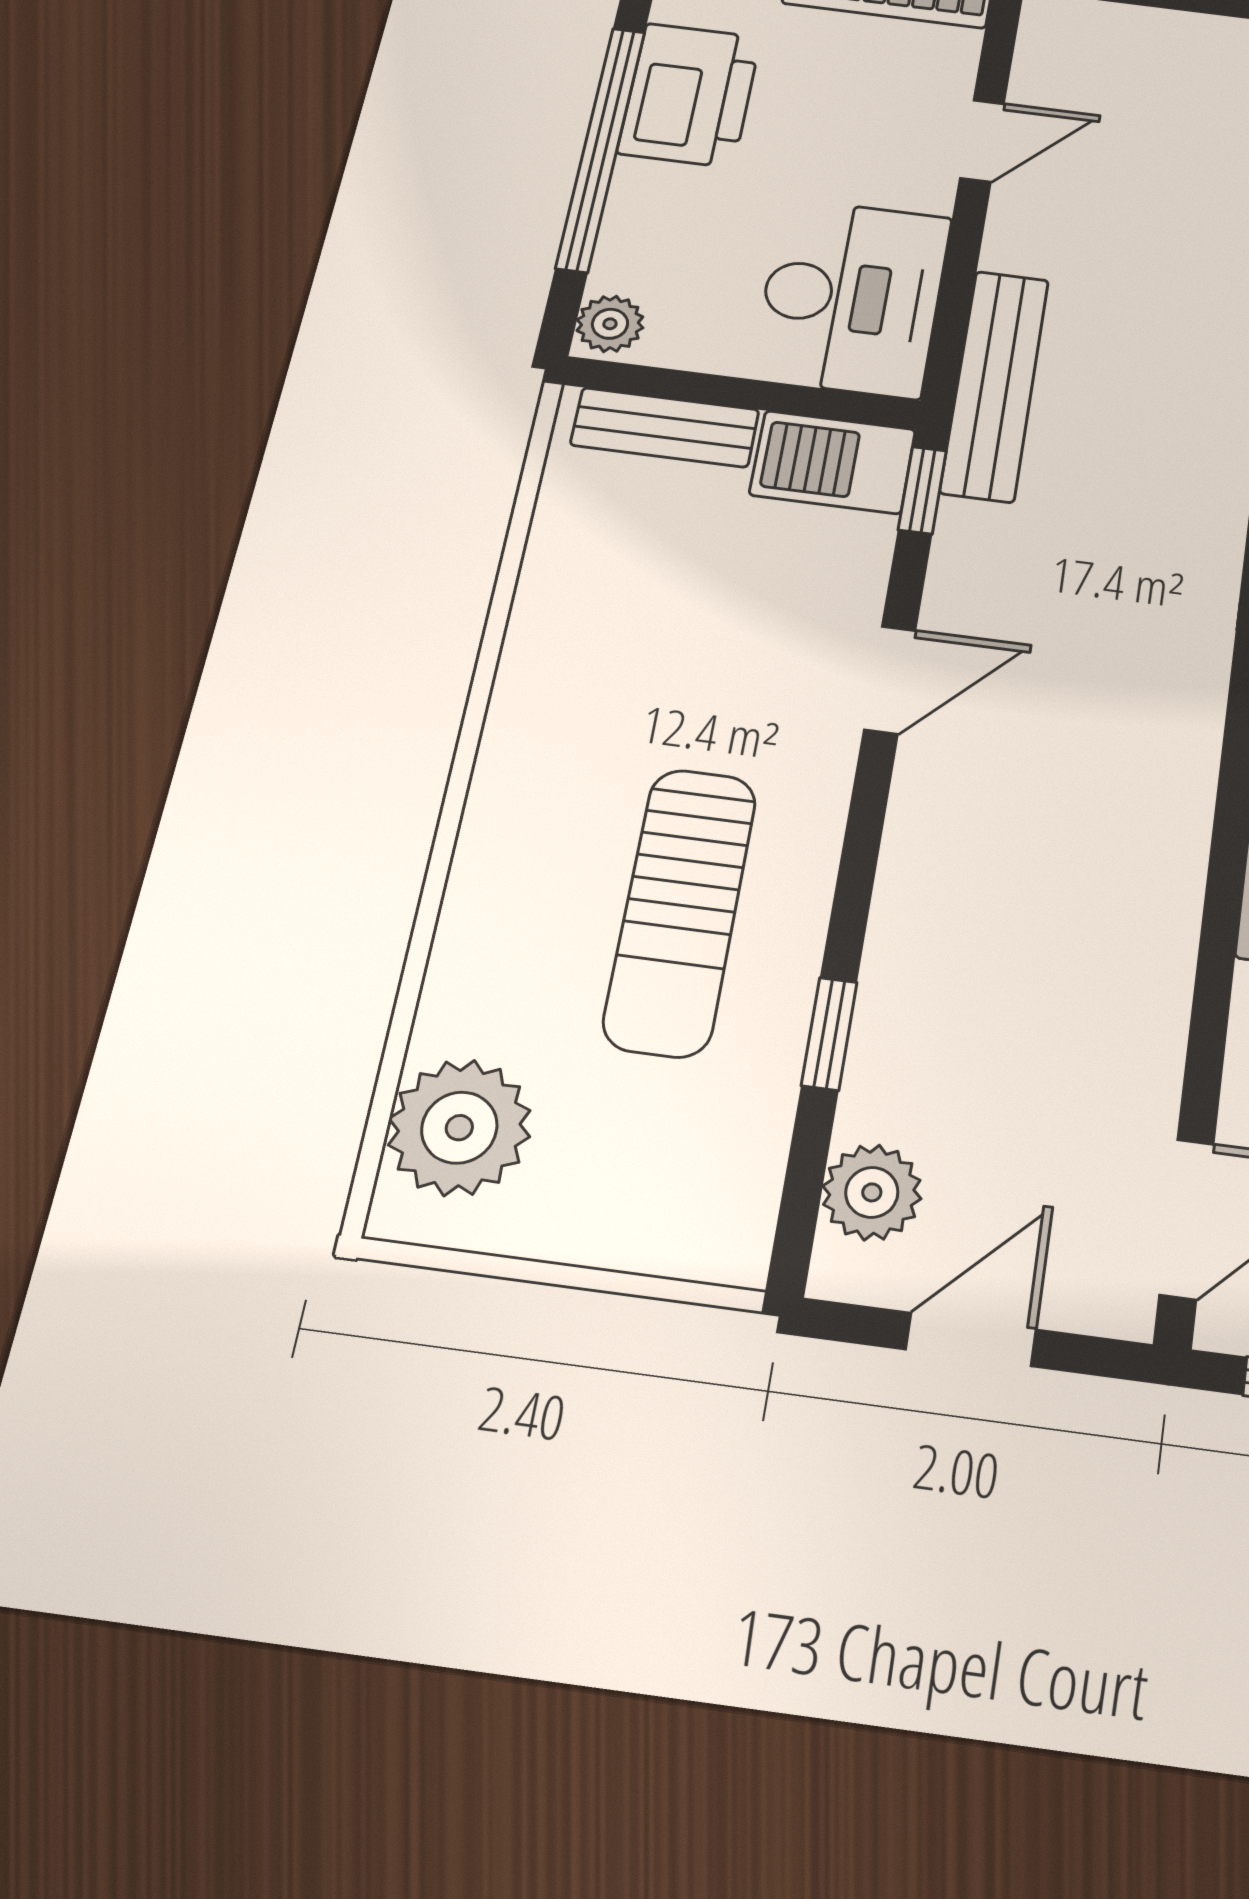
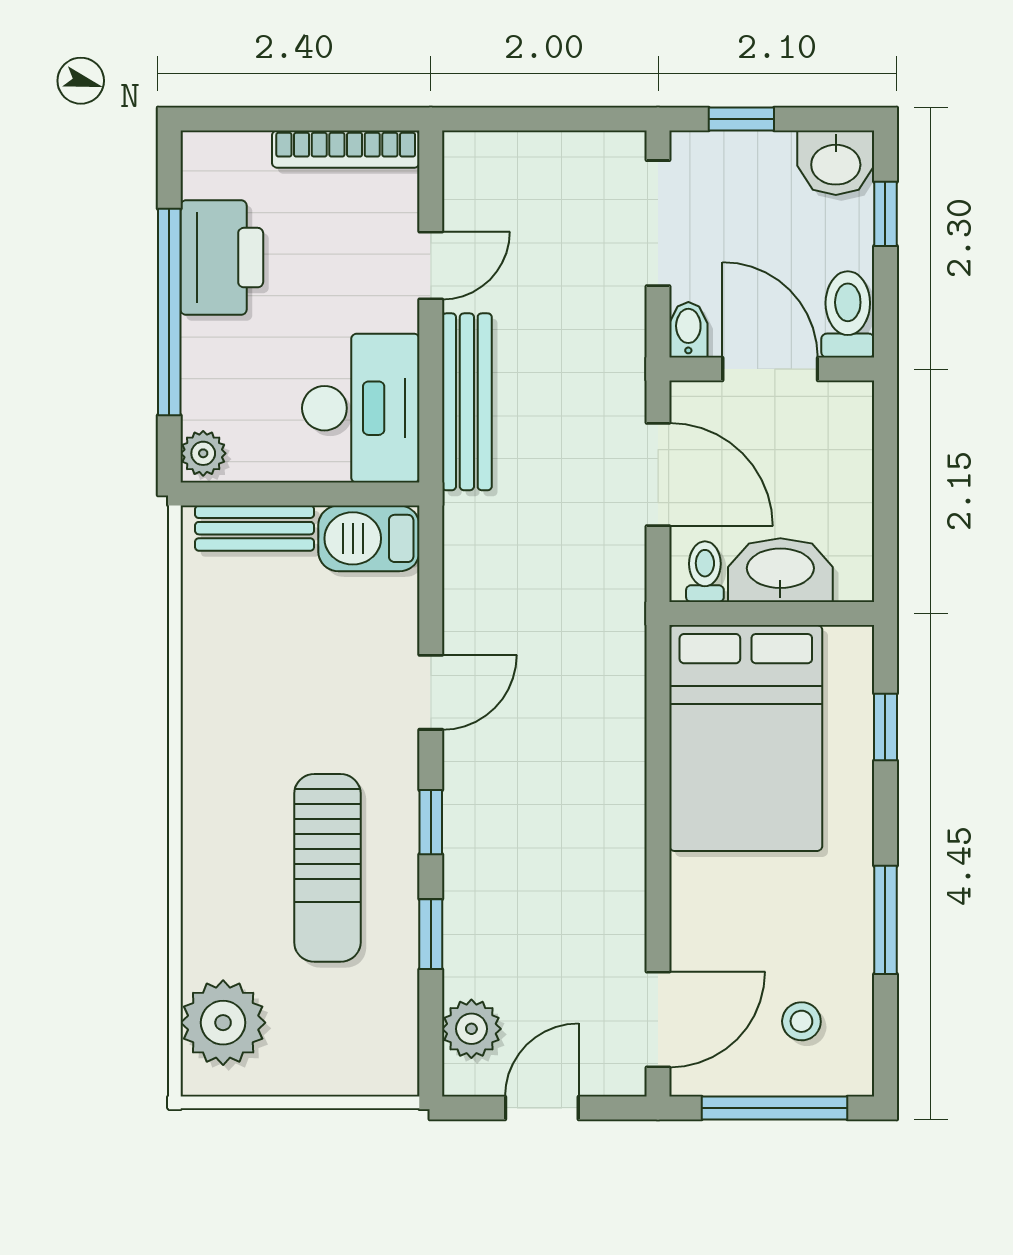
bench: (995, 385) -> (467, 402), moved
window: (922, 490) -> (431, 822), moved

